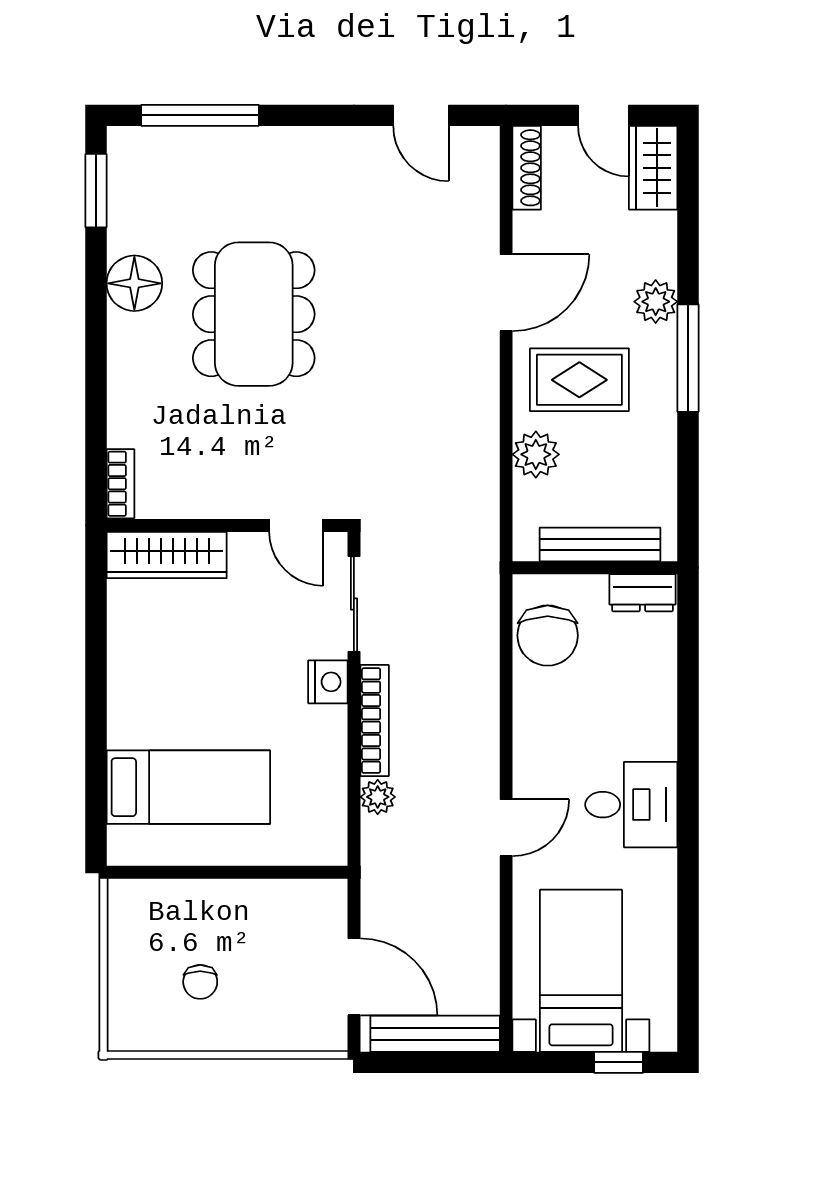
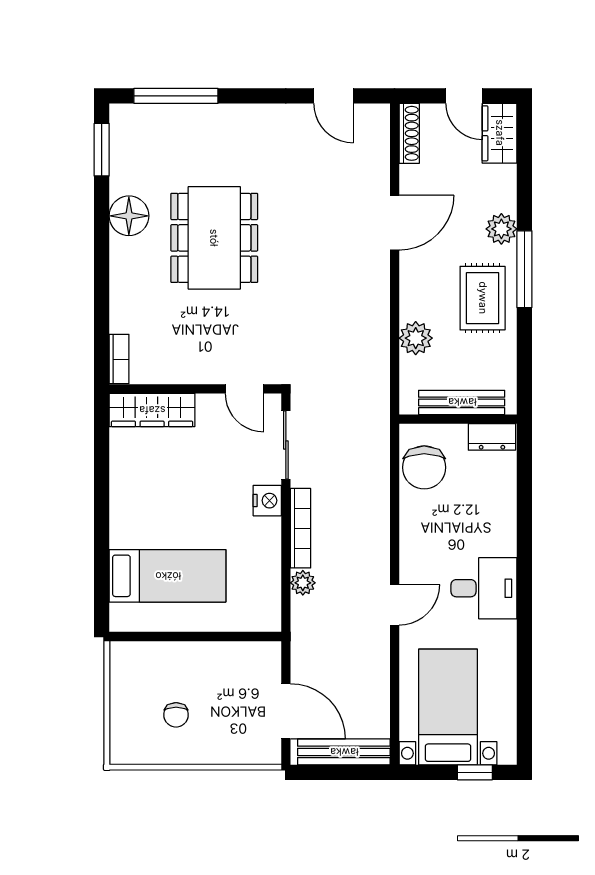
rug: (579, 380) -> (483, 298), moved, turned 90

